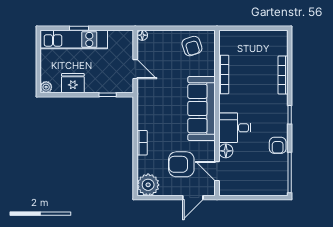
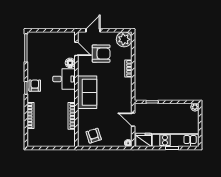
fridge: (73, 83) -> (144, 140), moved, turned 180
sofa: (201, 109) -> (87, 92), width x0.73
armchair: (278, 145) -> (35, 86), moved

